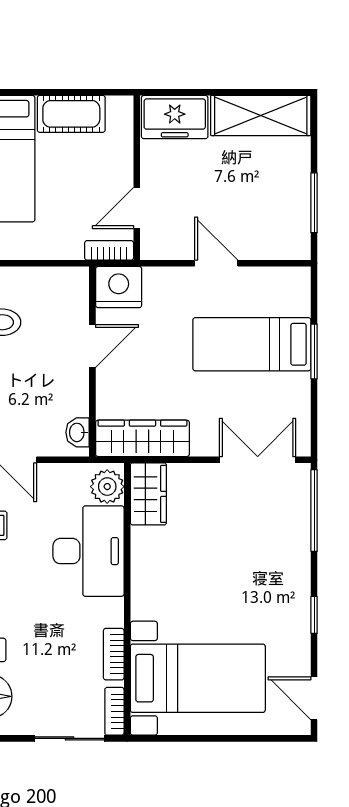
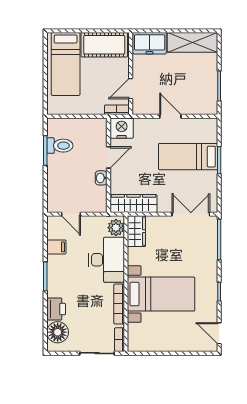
cot: (71, 114) -> (104, 45), width x1.37, depth x1.34
washbasin: (78, 432) -> (101, 178), moved
bookcase: (114, 654) -> (119, 304), width x1.56
bed with nightstands: (198, 678) -> (161, 294), moved

